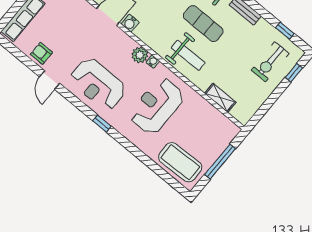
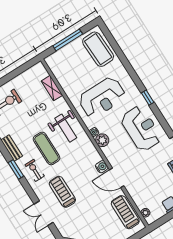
weight bench: (188, 55) -> (66, 128), turned 180

